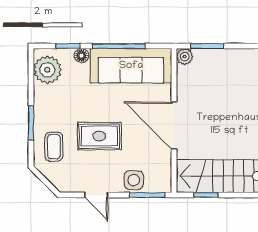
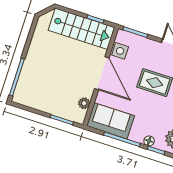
plant: (185, 57) -> (84, 103), moved
sofa: (131, 66) -> (110, 121), width x0.73
side table: (134, 180) -> (120, 51), moved

